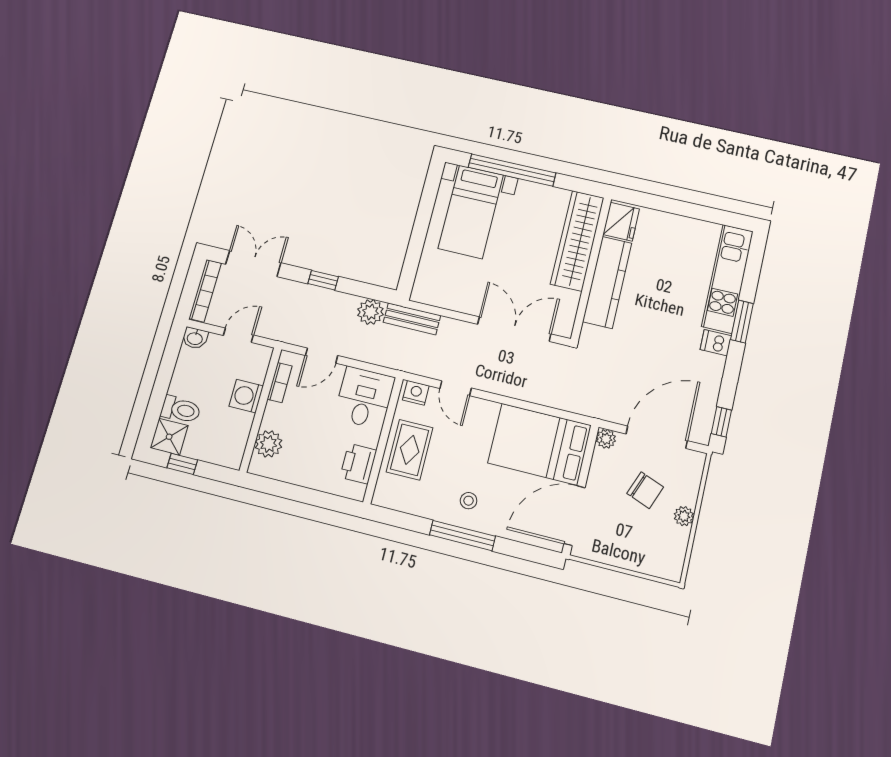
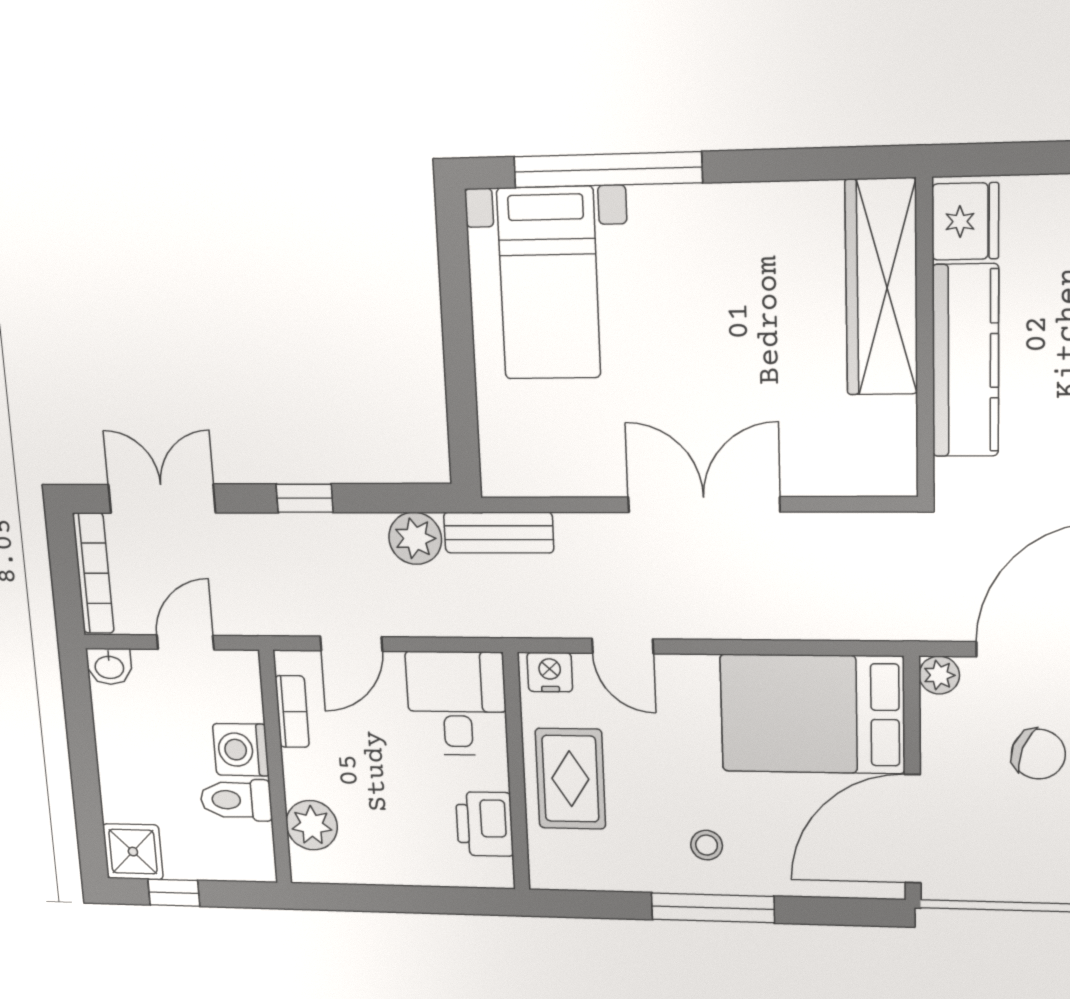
fridge: (621, 222) -> (965, 221), moved
wardrobe: (577, 241) -> (881, 287), moved
wall: (591, 268) -> (925, 340), moved
kitchen counter: (607, 282) -> (965, 361), moved
toilet: (181, 410) -> (236, 800), moved, turned 180

